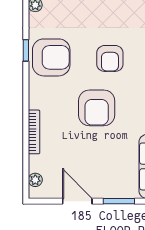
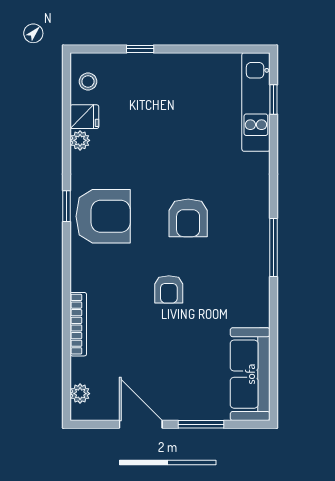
armchair: (97, 108) -> (169, 289), width x0.53, depth x0.53

